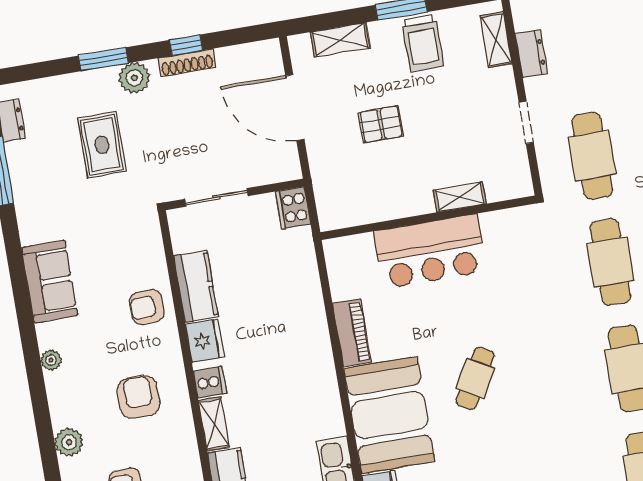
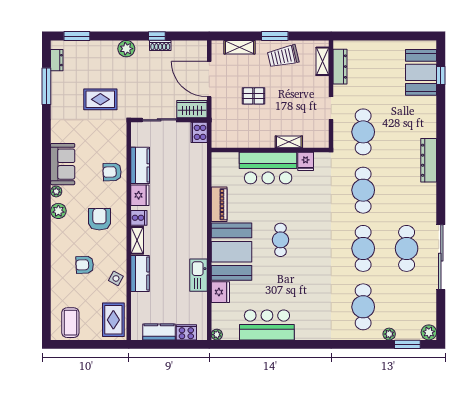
trolley: (423, 43) -> (283, 56), turned 77
dresser: (531, 54) -> (340, 67), width x1.44
window: (103, 59) -> (77, 36), moved
shoe rack: (187, 63) -> (160, 45), width x0.70
rug: (102, 145) -> (100, 99), moved, turned 90
wardrobe: (273, 167) -> (192, 109), added
fridge: (496, 227) -> (306, 161), added
sofa: (50, 282) -> (63, 164), moved
cafe table: (475, 378) -> (280, 240), turned -30
plant: (69, 442) -> (58, 211), moved

